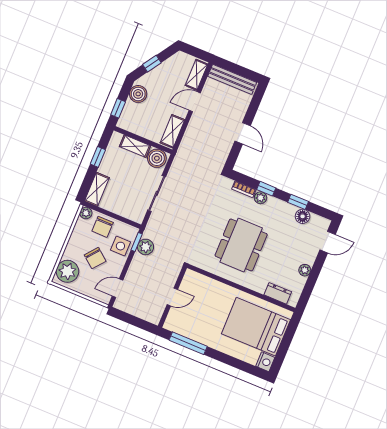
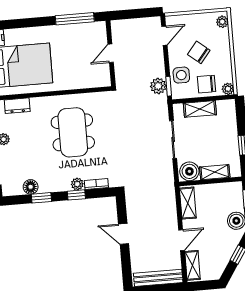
shelving: (97, 189) -> (200, 109), moved, turned 90
chair: (103, 227) -> (207, 84), turned -90
plant: (67, 271) -> (222, 22), width x0.53, depth x0.53

